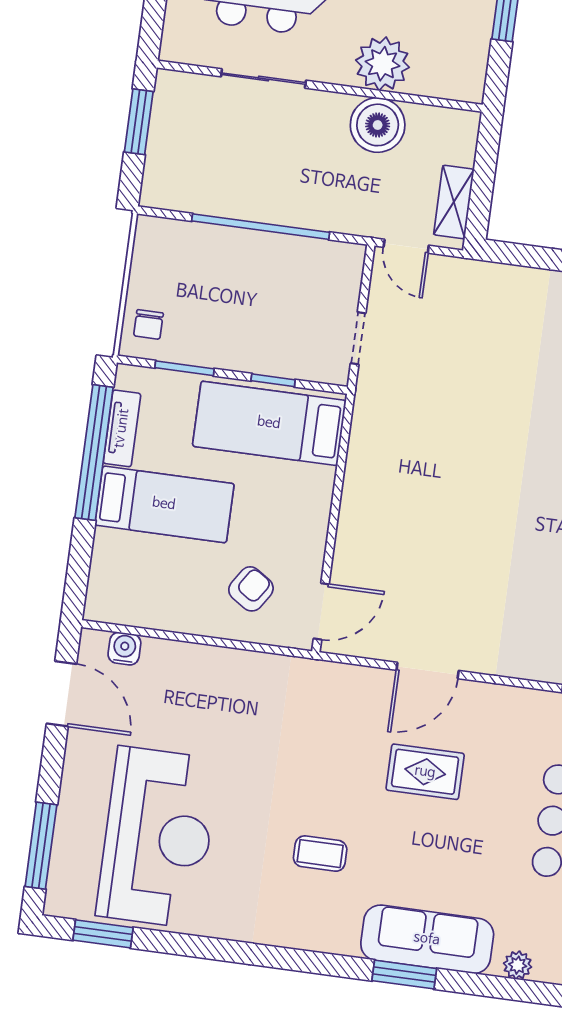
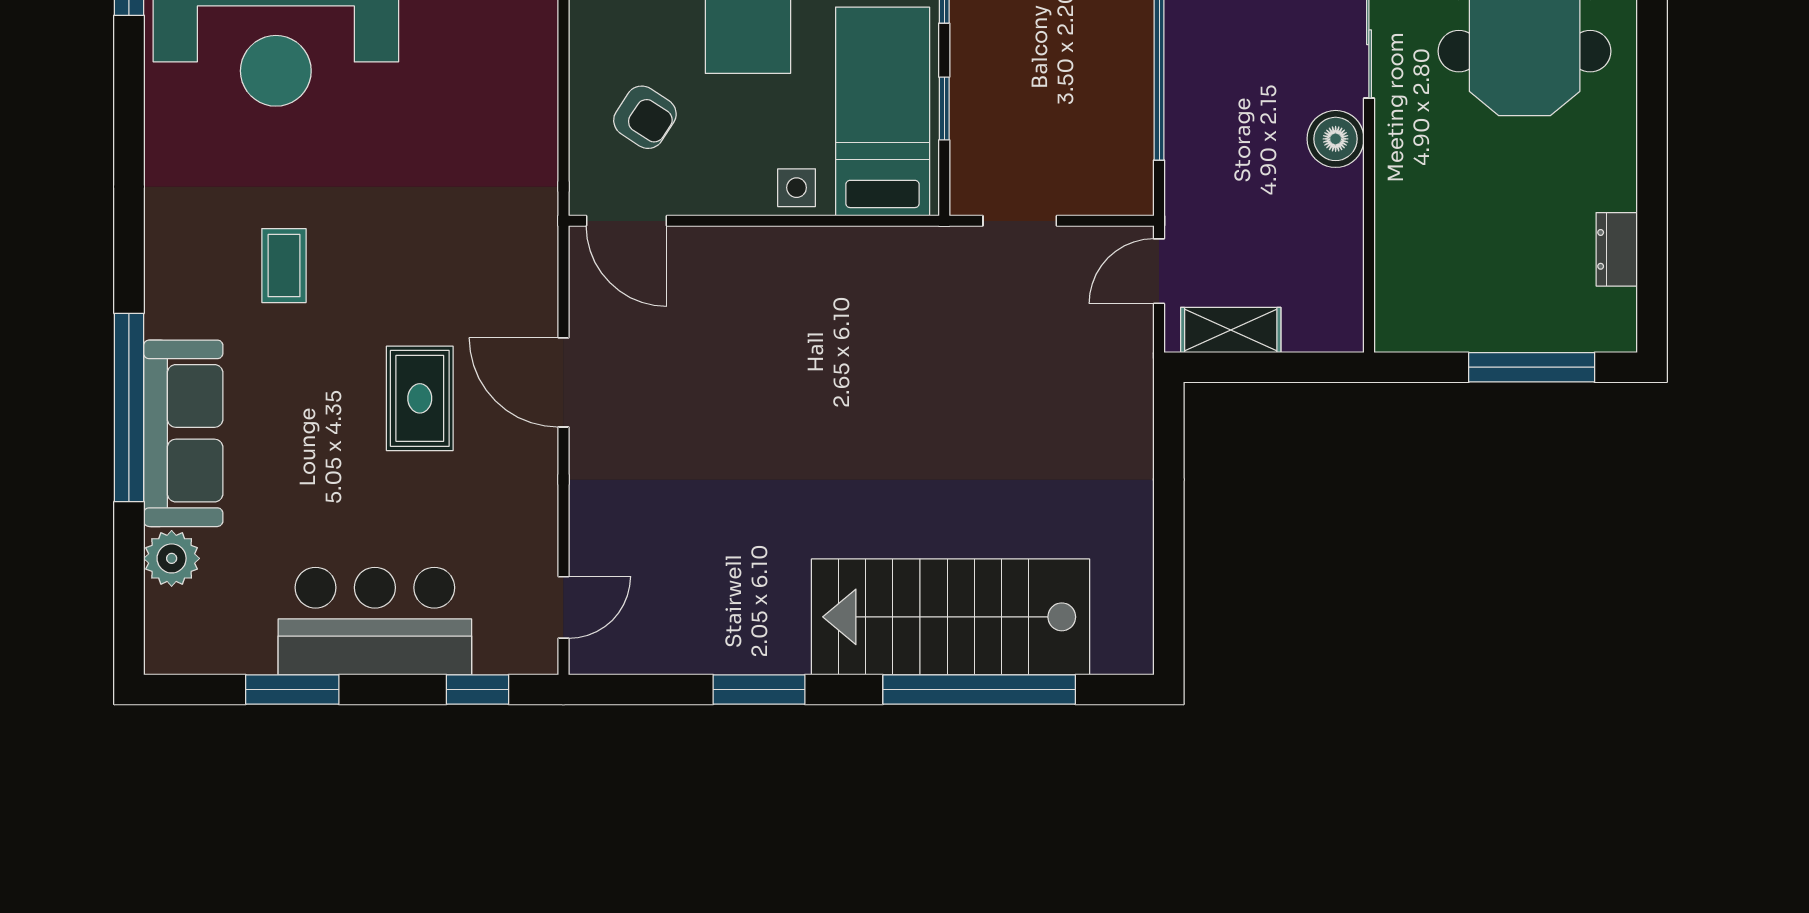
plant: (383, 64) -> (1413, 203), removed
boiler: (378, 125) -> (1336, 139), moved, width x0.73, depth x0.73
side table: (314, 490) -> (797, 188), added
plant: (518, 965) -> (172, 558), width x1.38, depth x1.38
window: (404, 975) -> (129, 408), width x2.11

